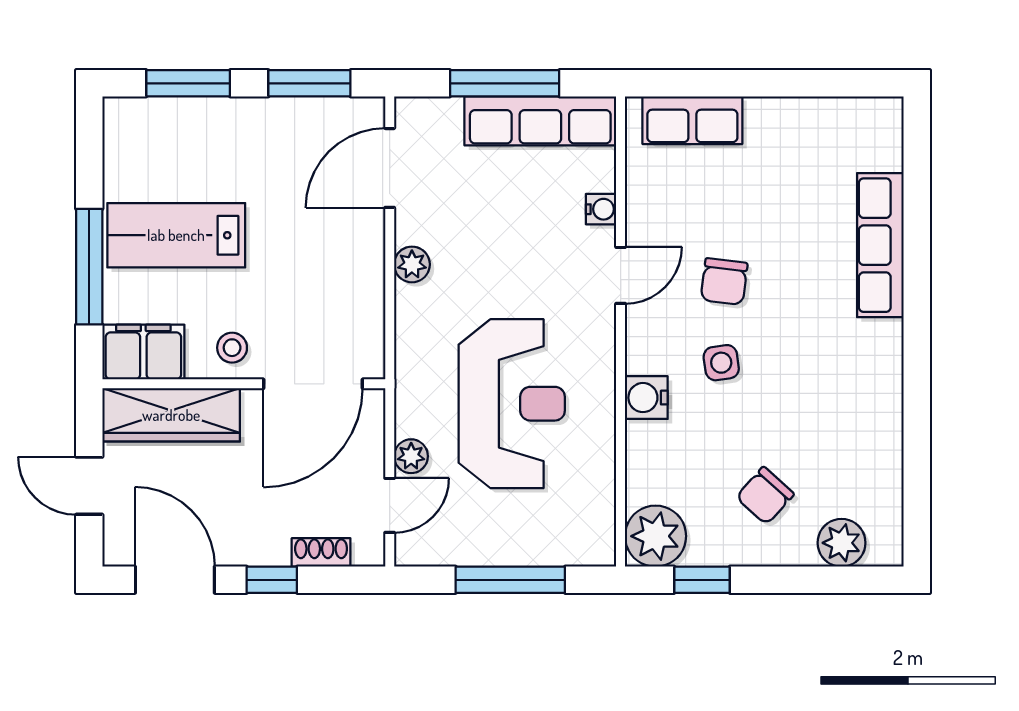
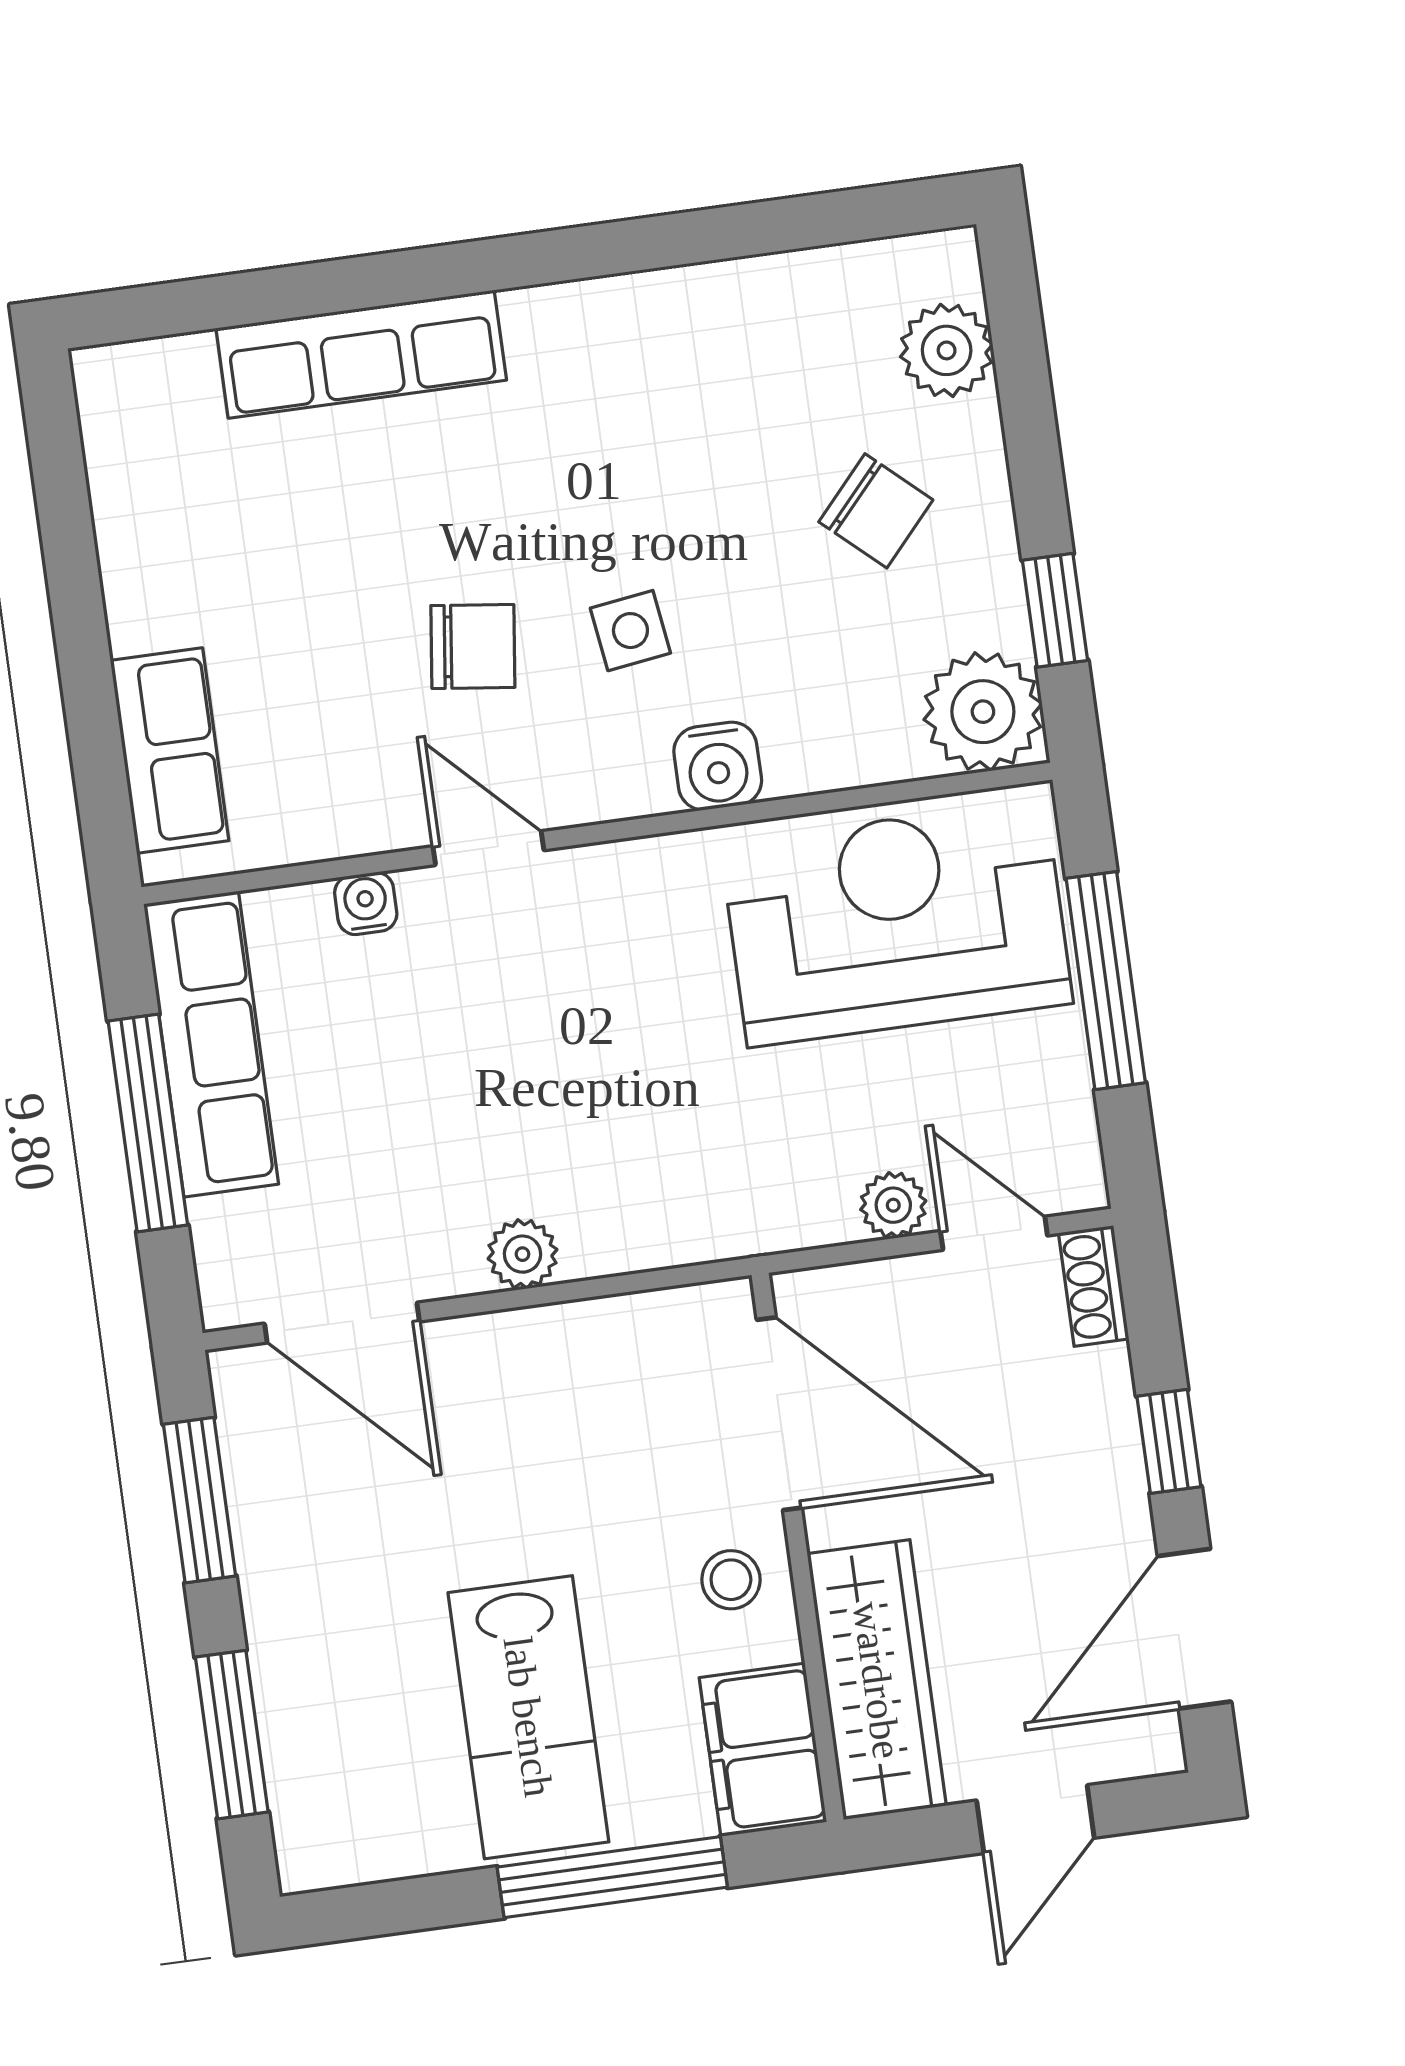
reception desk: (512, 404) -> (896, 923), moved
shoe rack: (321, 552) -> (1094, 1286), moved

